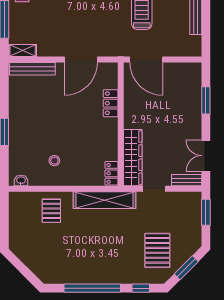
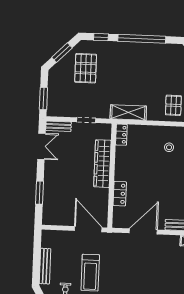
wardrobe: (133, 158) -> (102, 164), moved
shelving: (104, 200) -> (128, 112), width x0.68

